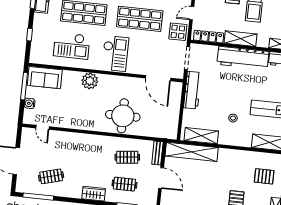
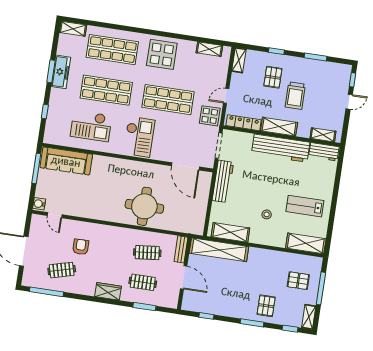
sofa: (45, 78) -> (66, 161), width x1.36
plant: (90, 81) -> (109, 166), removed
water cooler: (30, 103) -> (39, 204), moved
armchair: (67, 155) -> (81, 247), added

